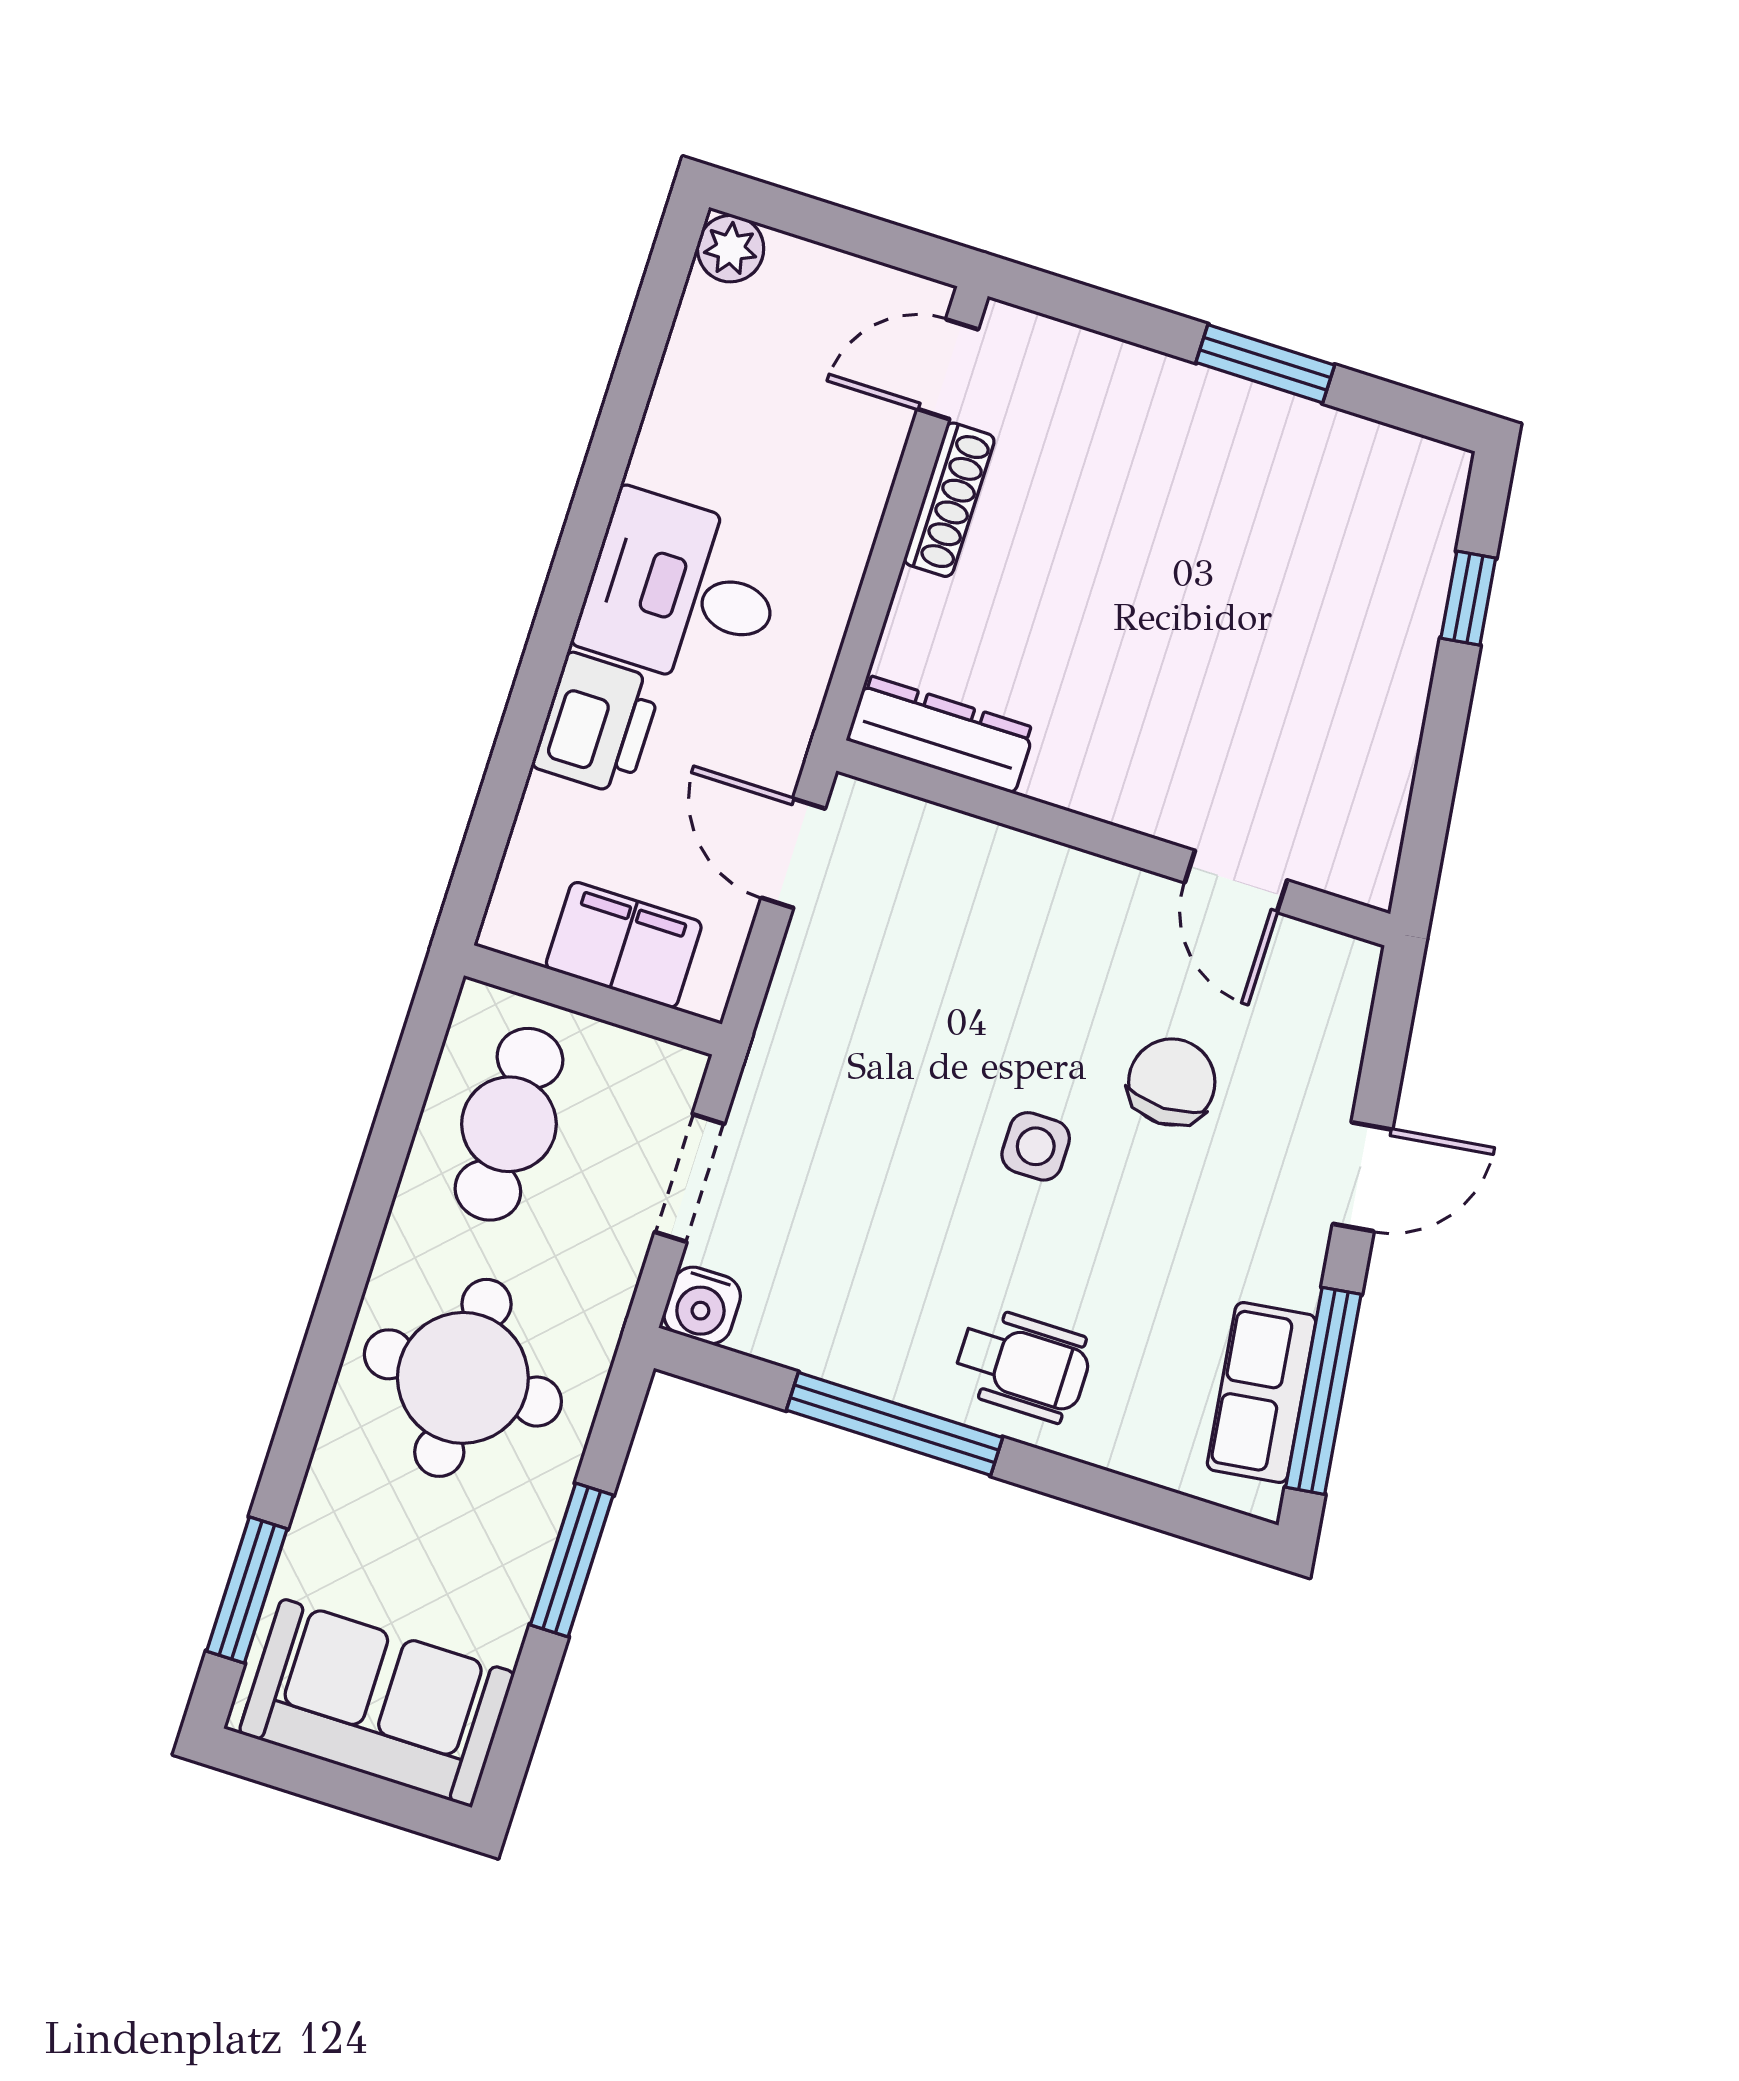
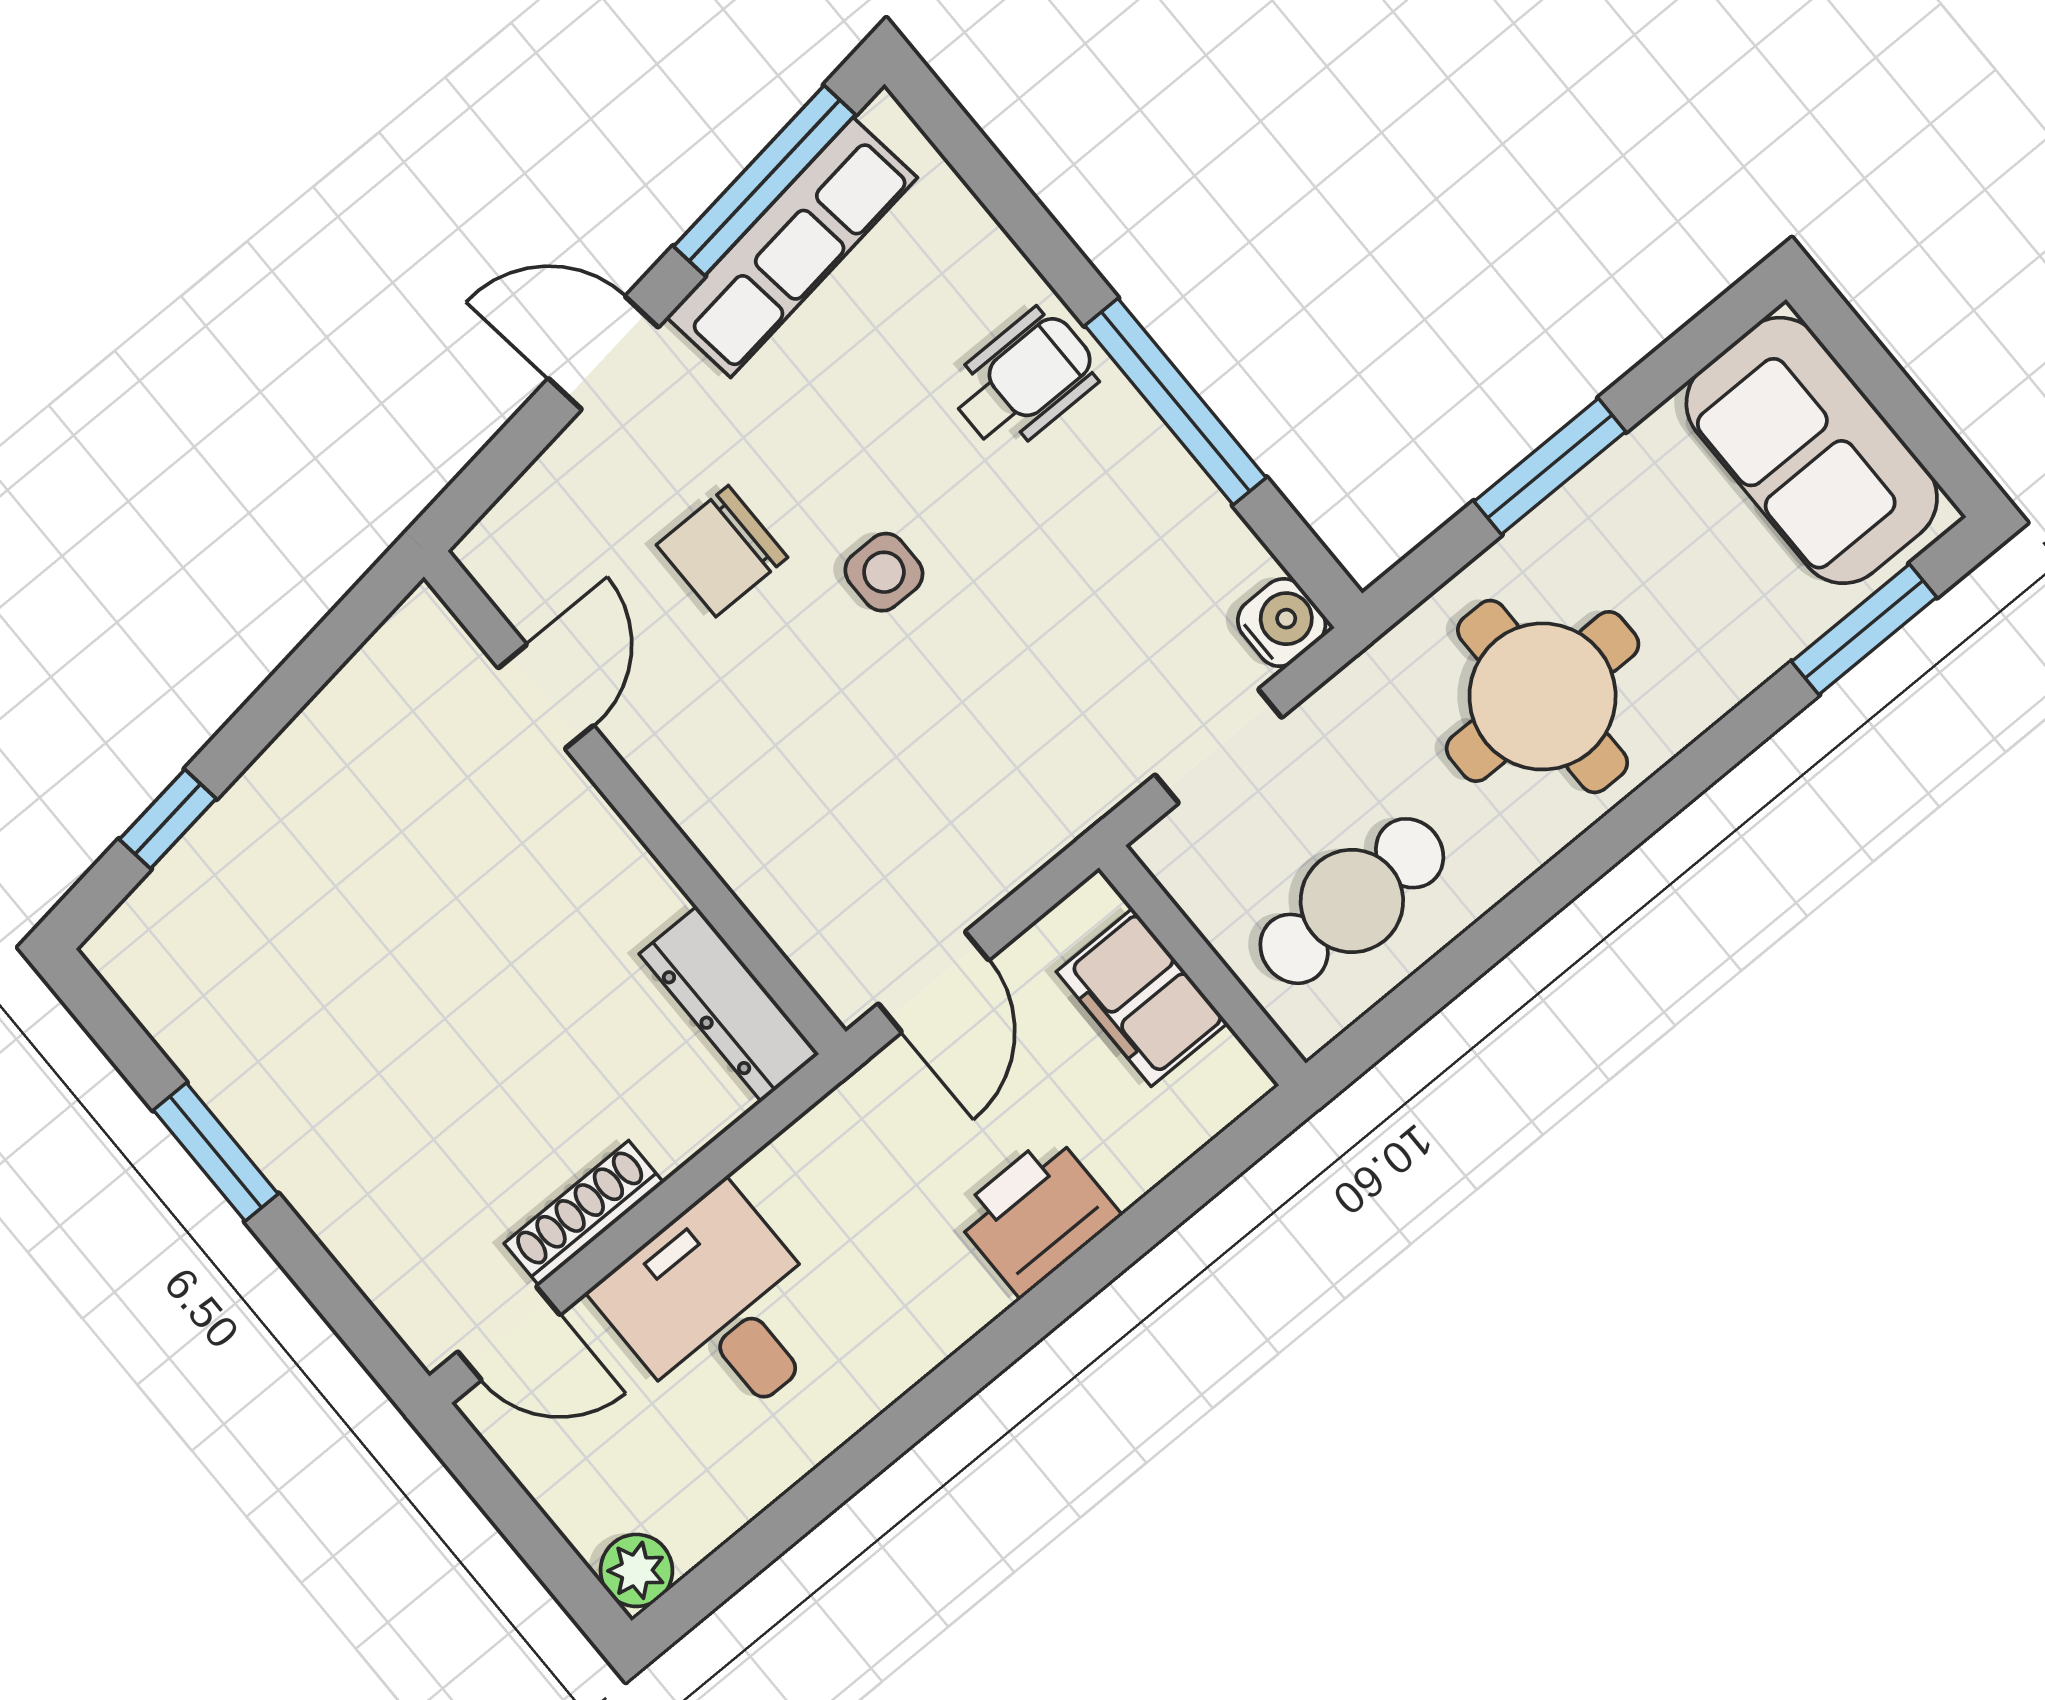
desk: (682, 591) -> (719, 1310), moved, turned 180
wheelchair: (1023, 1365) -> (1024, 380), turned 90
row of seats: (1262, 1393) -> (792, 247), width x1.48

